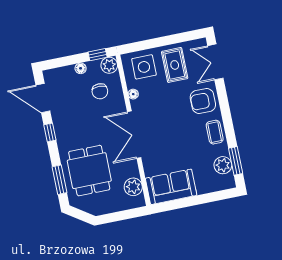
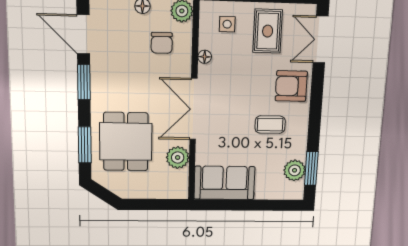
side table: (144, 67) -> (227, 24), width x0.54, depth x0.54
window: (50, 132) -> (84, 82), width x1.50
coffee table: (215, 132) -> (270, 125), moved, turned 90
plant: (133, 187) -> (178, 157), moved

